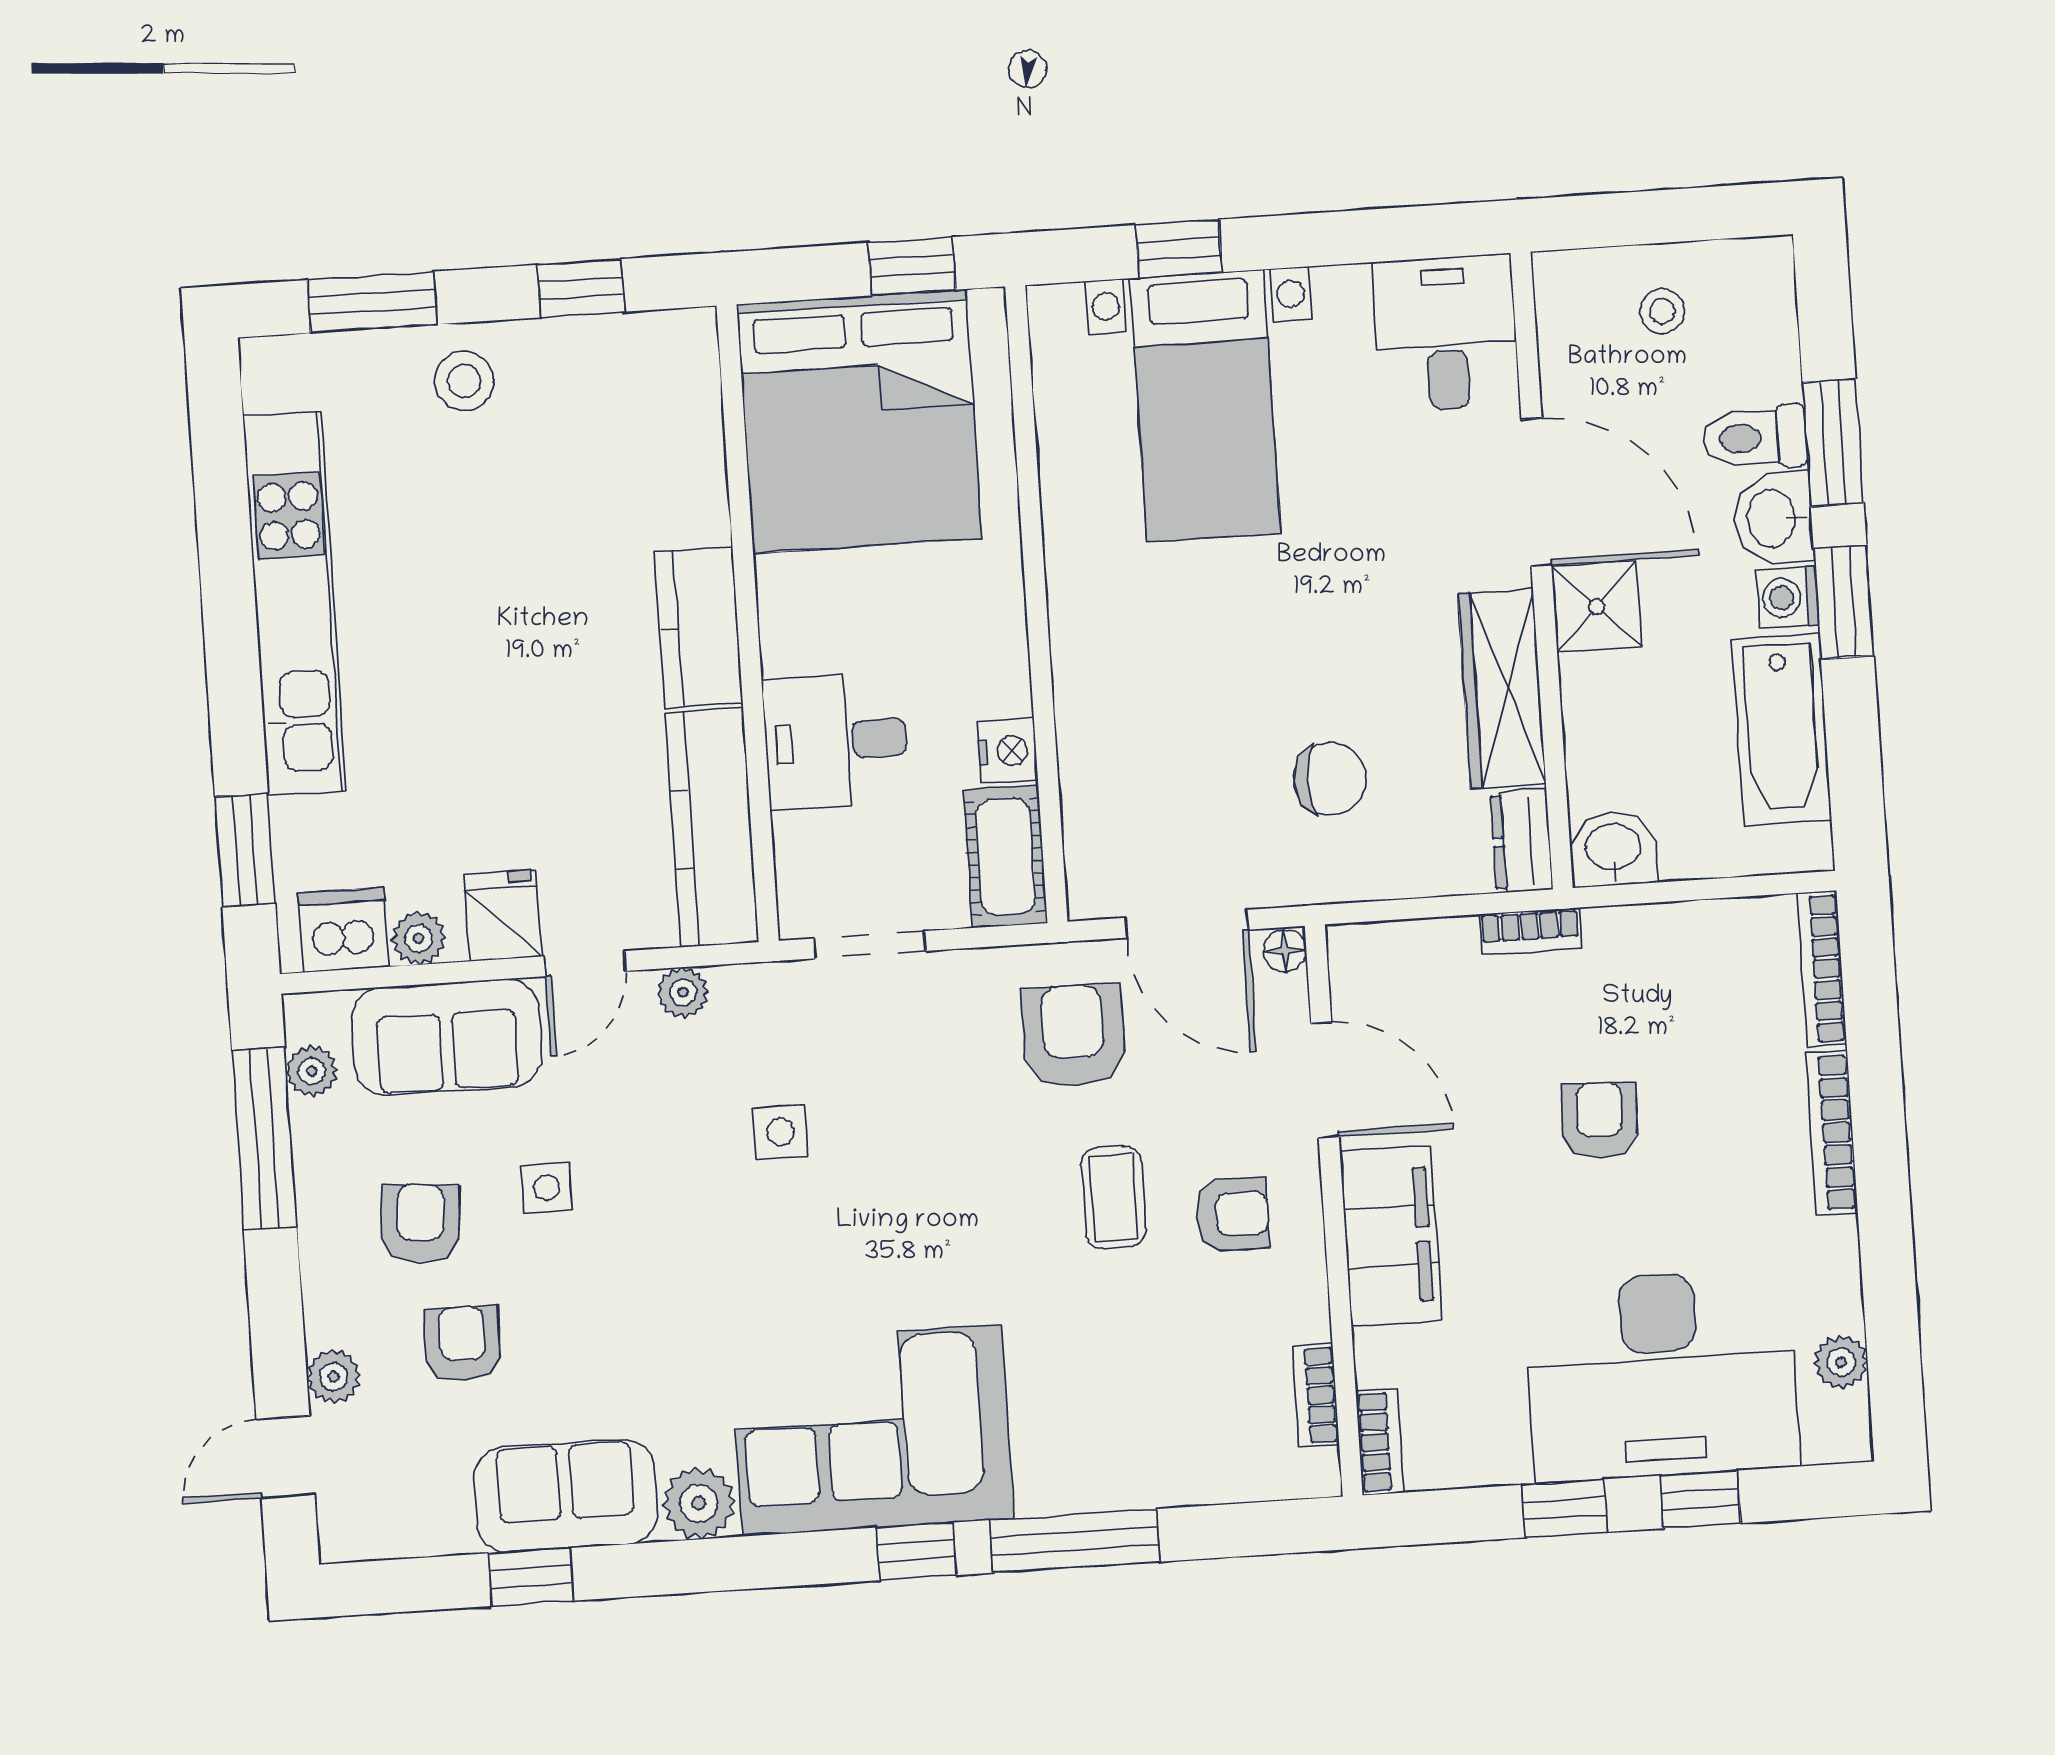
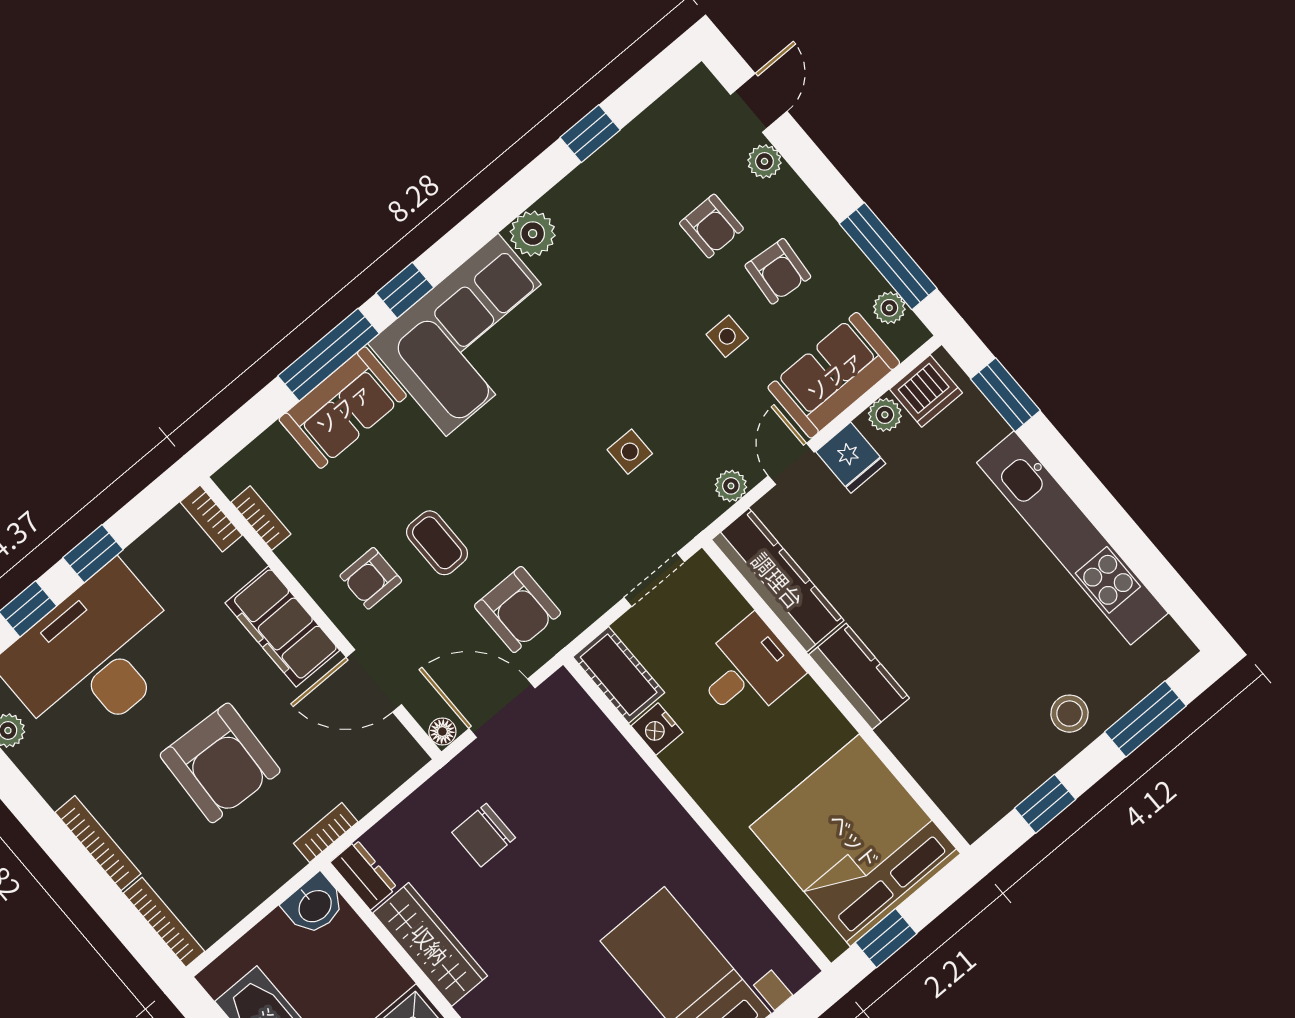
armchair: (1599, 1120) -> (220, 763), width x1.88, depth x1.88
sofa: (566, 1496) -> (343, 408), moved

